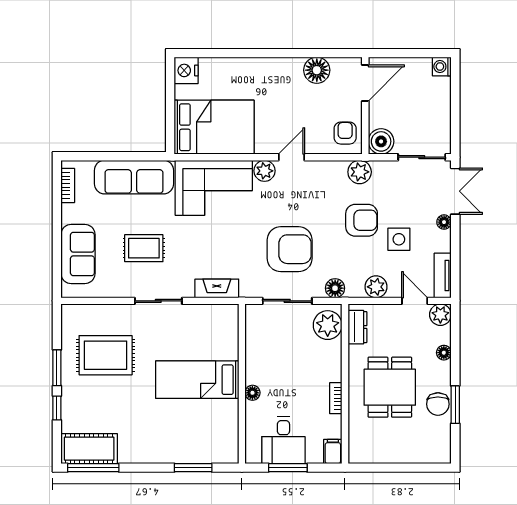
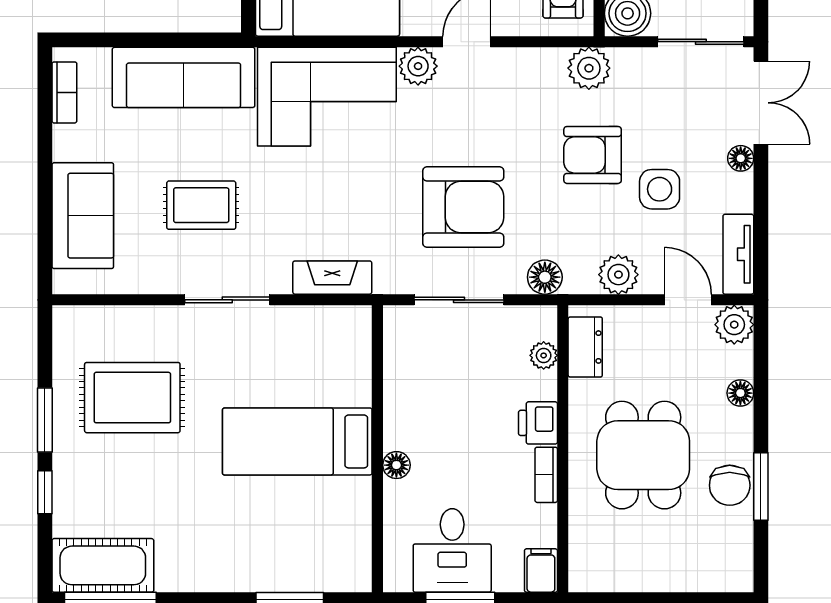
armchair: (362, 220) -> (593, 155), turned 180
plant: (328, 325) -> (544, 355), width x0.53, depth x0.53
printer: (331, 369) -> (538, 423), added

